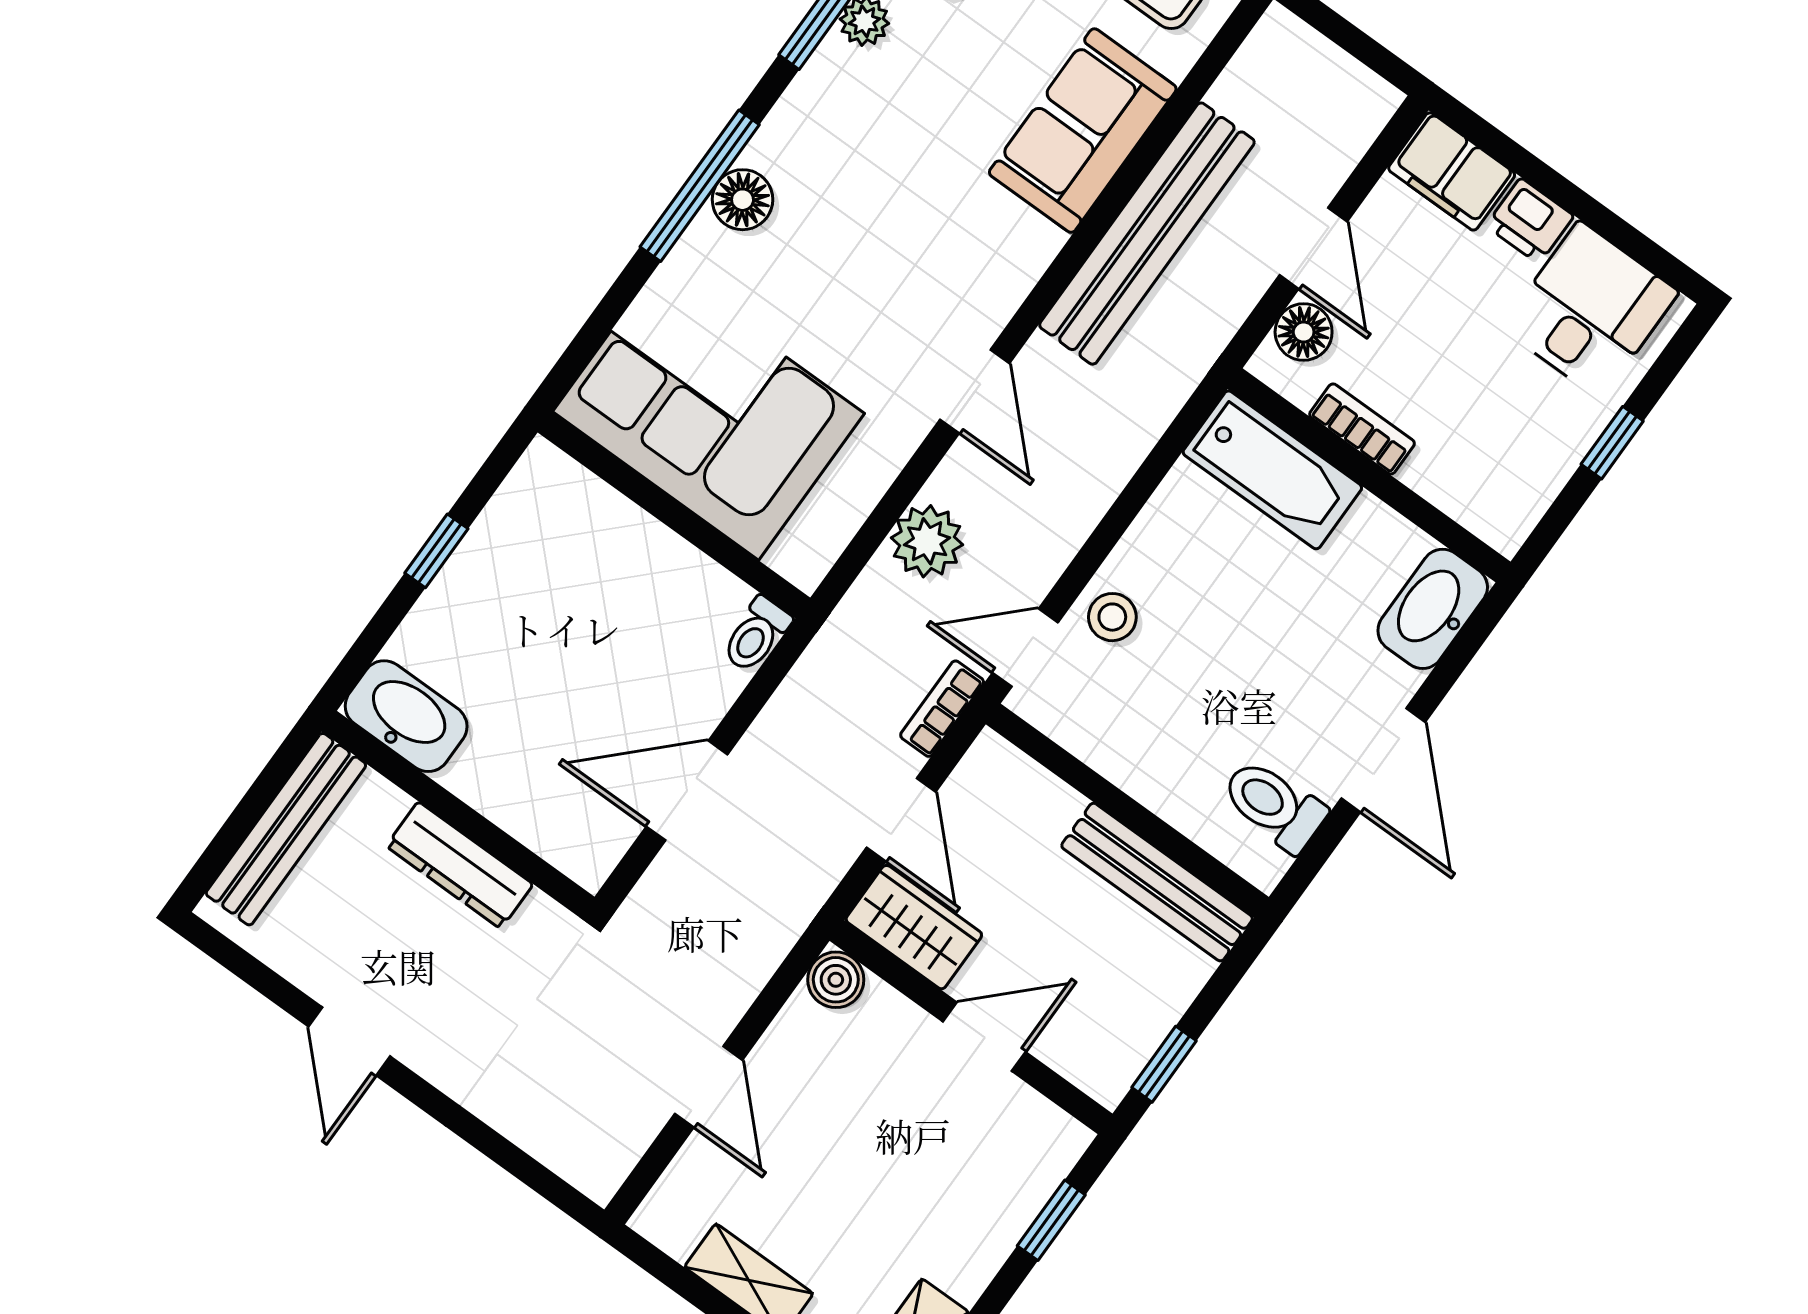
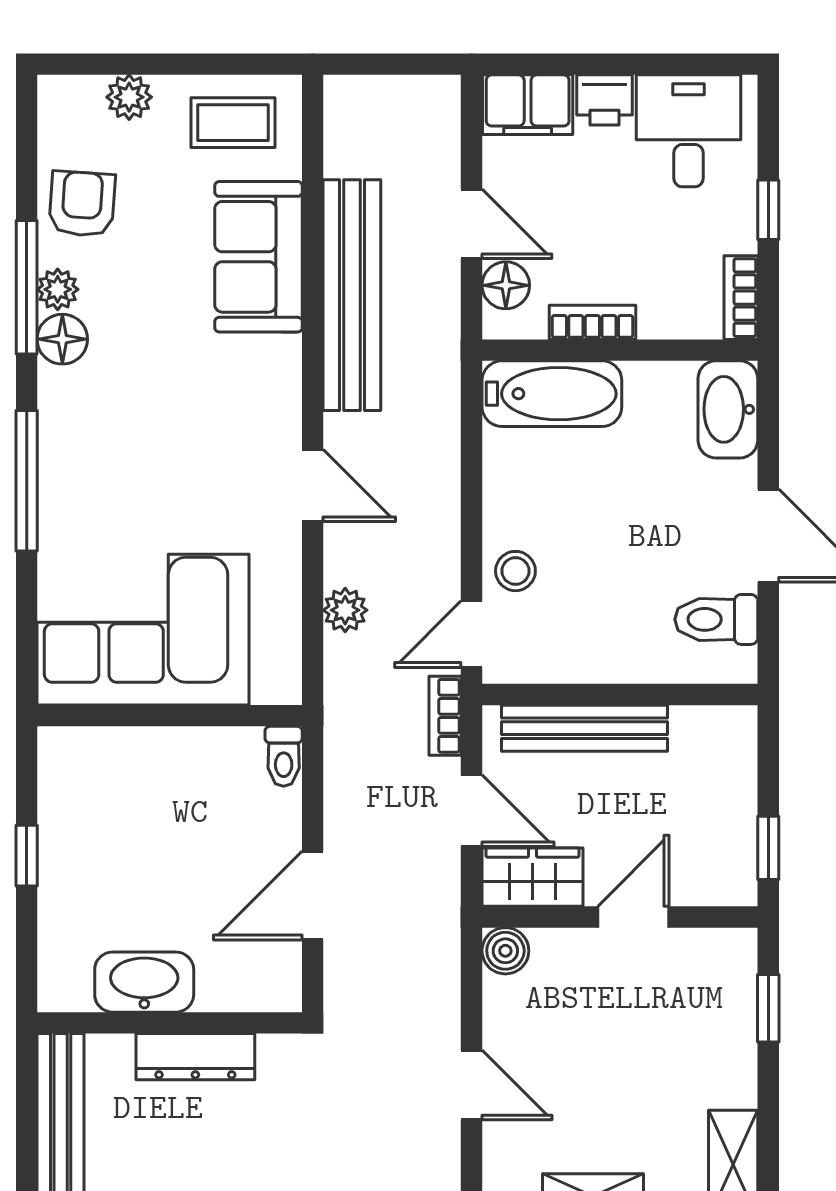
floor lamp: (743, 200) -> (62, 339), moved
bookcase: (1524, 509) -> (741, 298), added
plant: (927, 541) -> (345, 610), width x0.73, depth x0.73
washbasin: (406, 716) -> (144, 982), moved
bench: (1157, 882) -> (584, 728), moved

